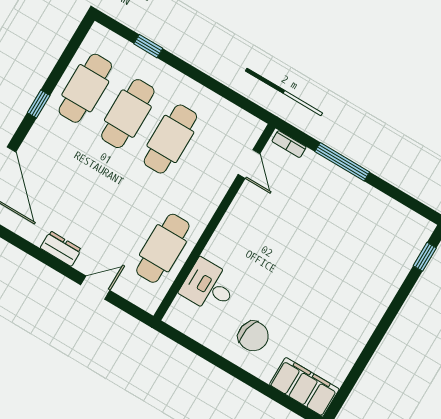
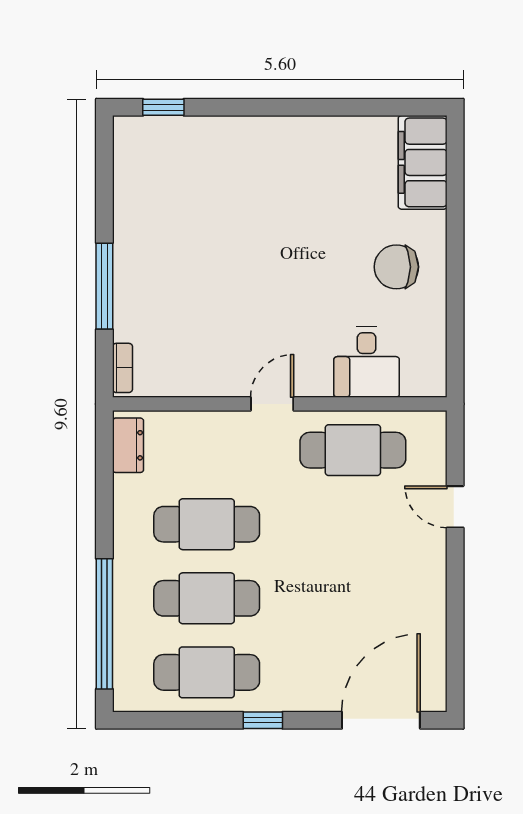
window: (148, 46) -> (104, 624), width x3.17
door: (249, 164) -> (272, 404), moved
dresser: (61, 249) -> (128, 445), moved, turned 180
chair: (253, 336) -> (396, 267), turned -101

